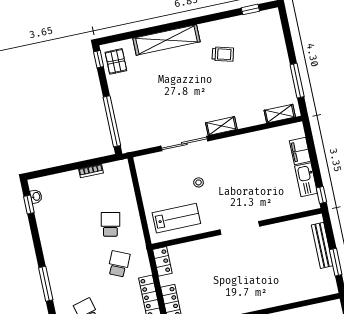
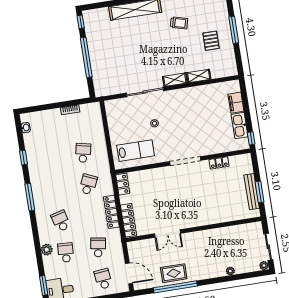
pallet: (116, 61) -> (211, 41), moved
window: (297, 81) -> (234, 30), moved
shelving: (280, 114) -> (199, 76), moved
window: (112, 121) -> (86, 57), moved
window: (29, 204) -> (23, 158), moved
locker: (283, 228) -> (219, 163), added
bench: (322, 245) -> (252, 192), moved

